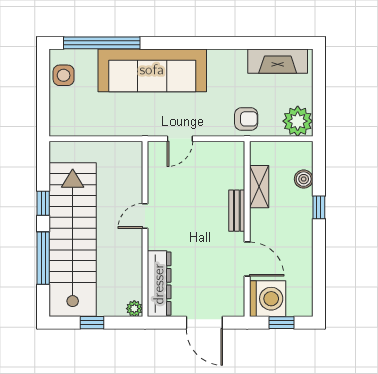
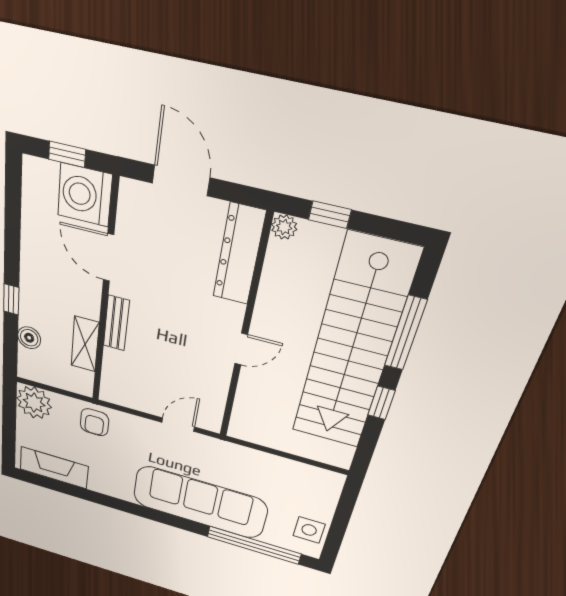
armchair: (246, 119) -> (94, 422), turned -90
window: (92, 323) -> (330, 215), moved

